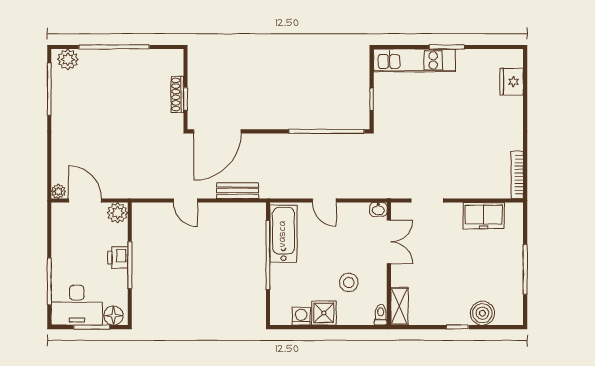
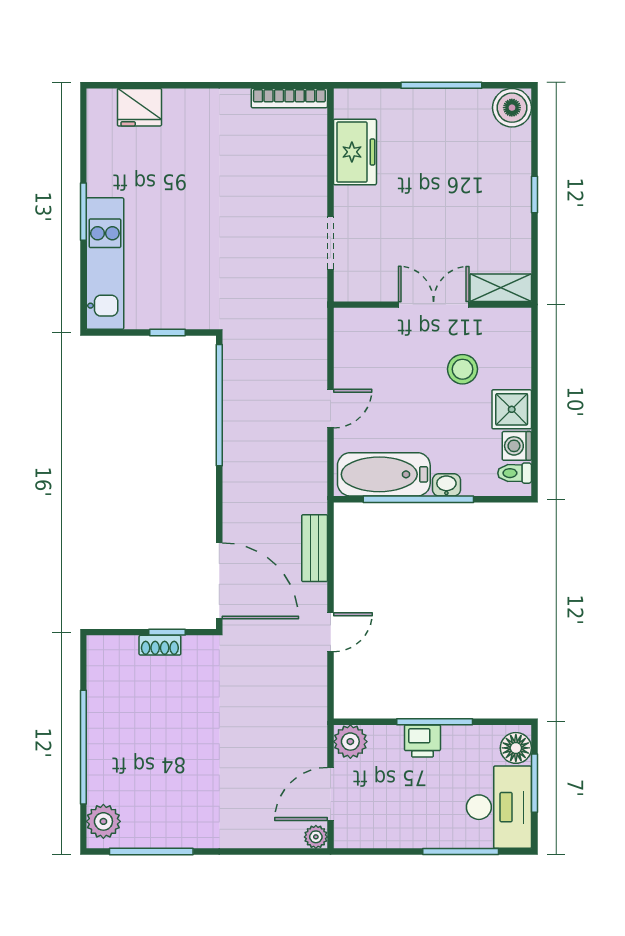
shoe rack: (177, 94) -> (160, 645), width x0.70
washbasin: (378, 209) -> (446, 485), moved, turned -90
double door: (389, 242) -> (434, 305), moved
boiler: (482, 313) -> (512, 108), moved
toilet: (381, 315) -> (515, 473), moved

